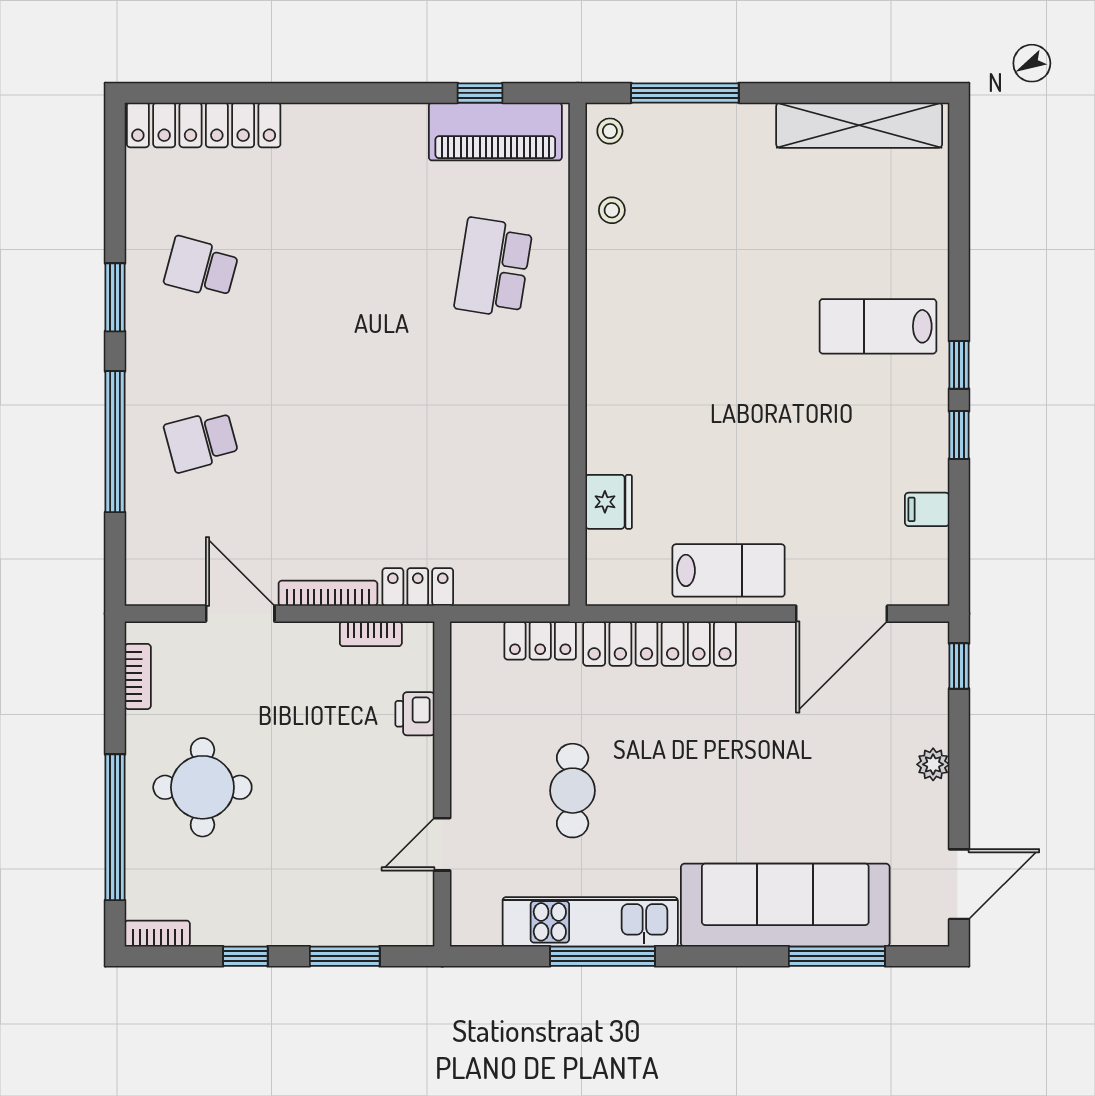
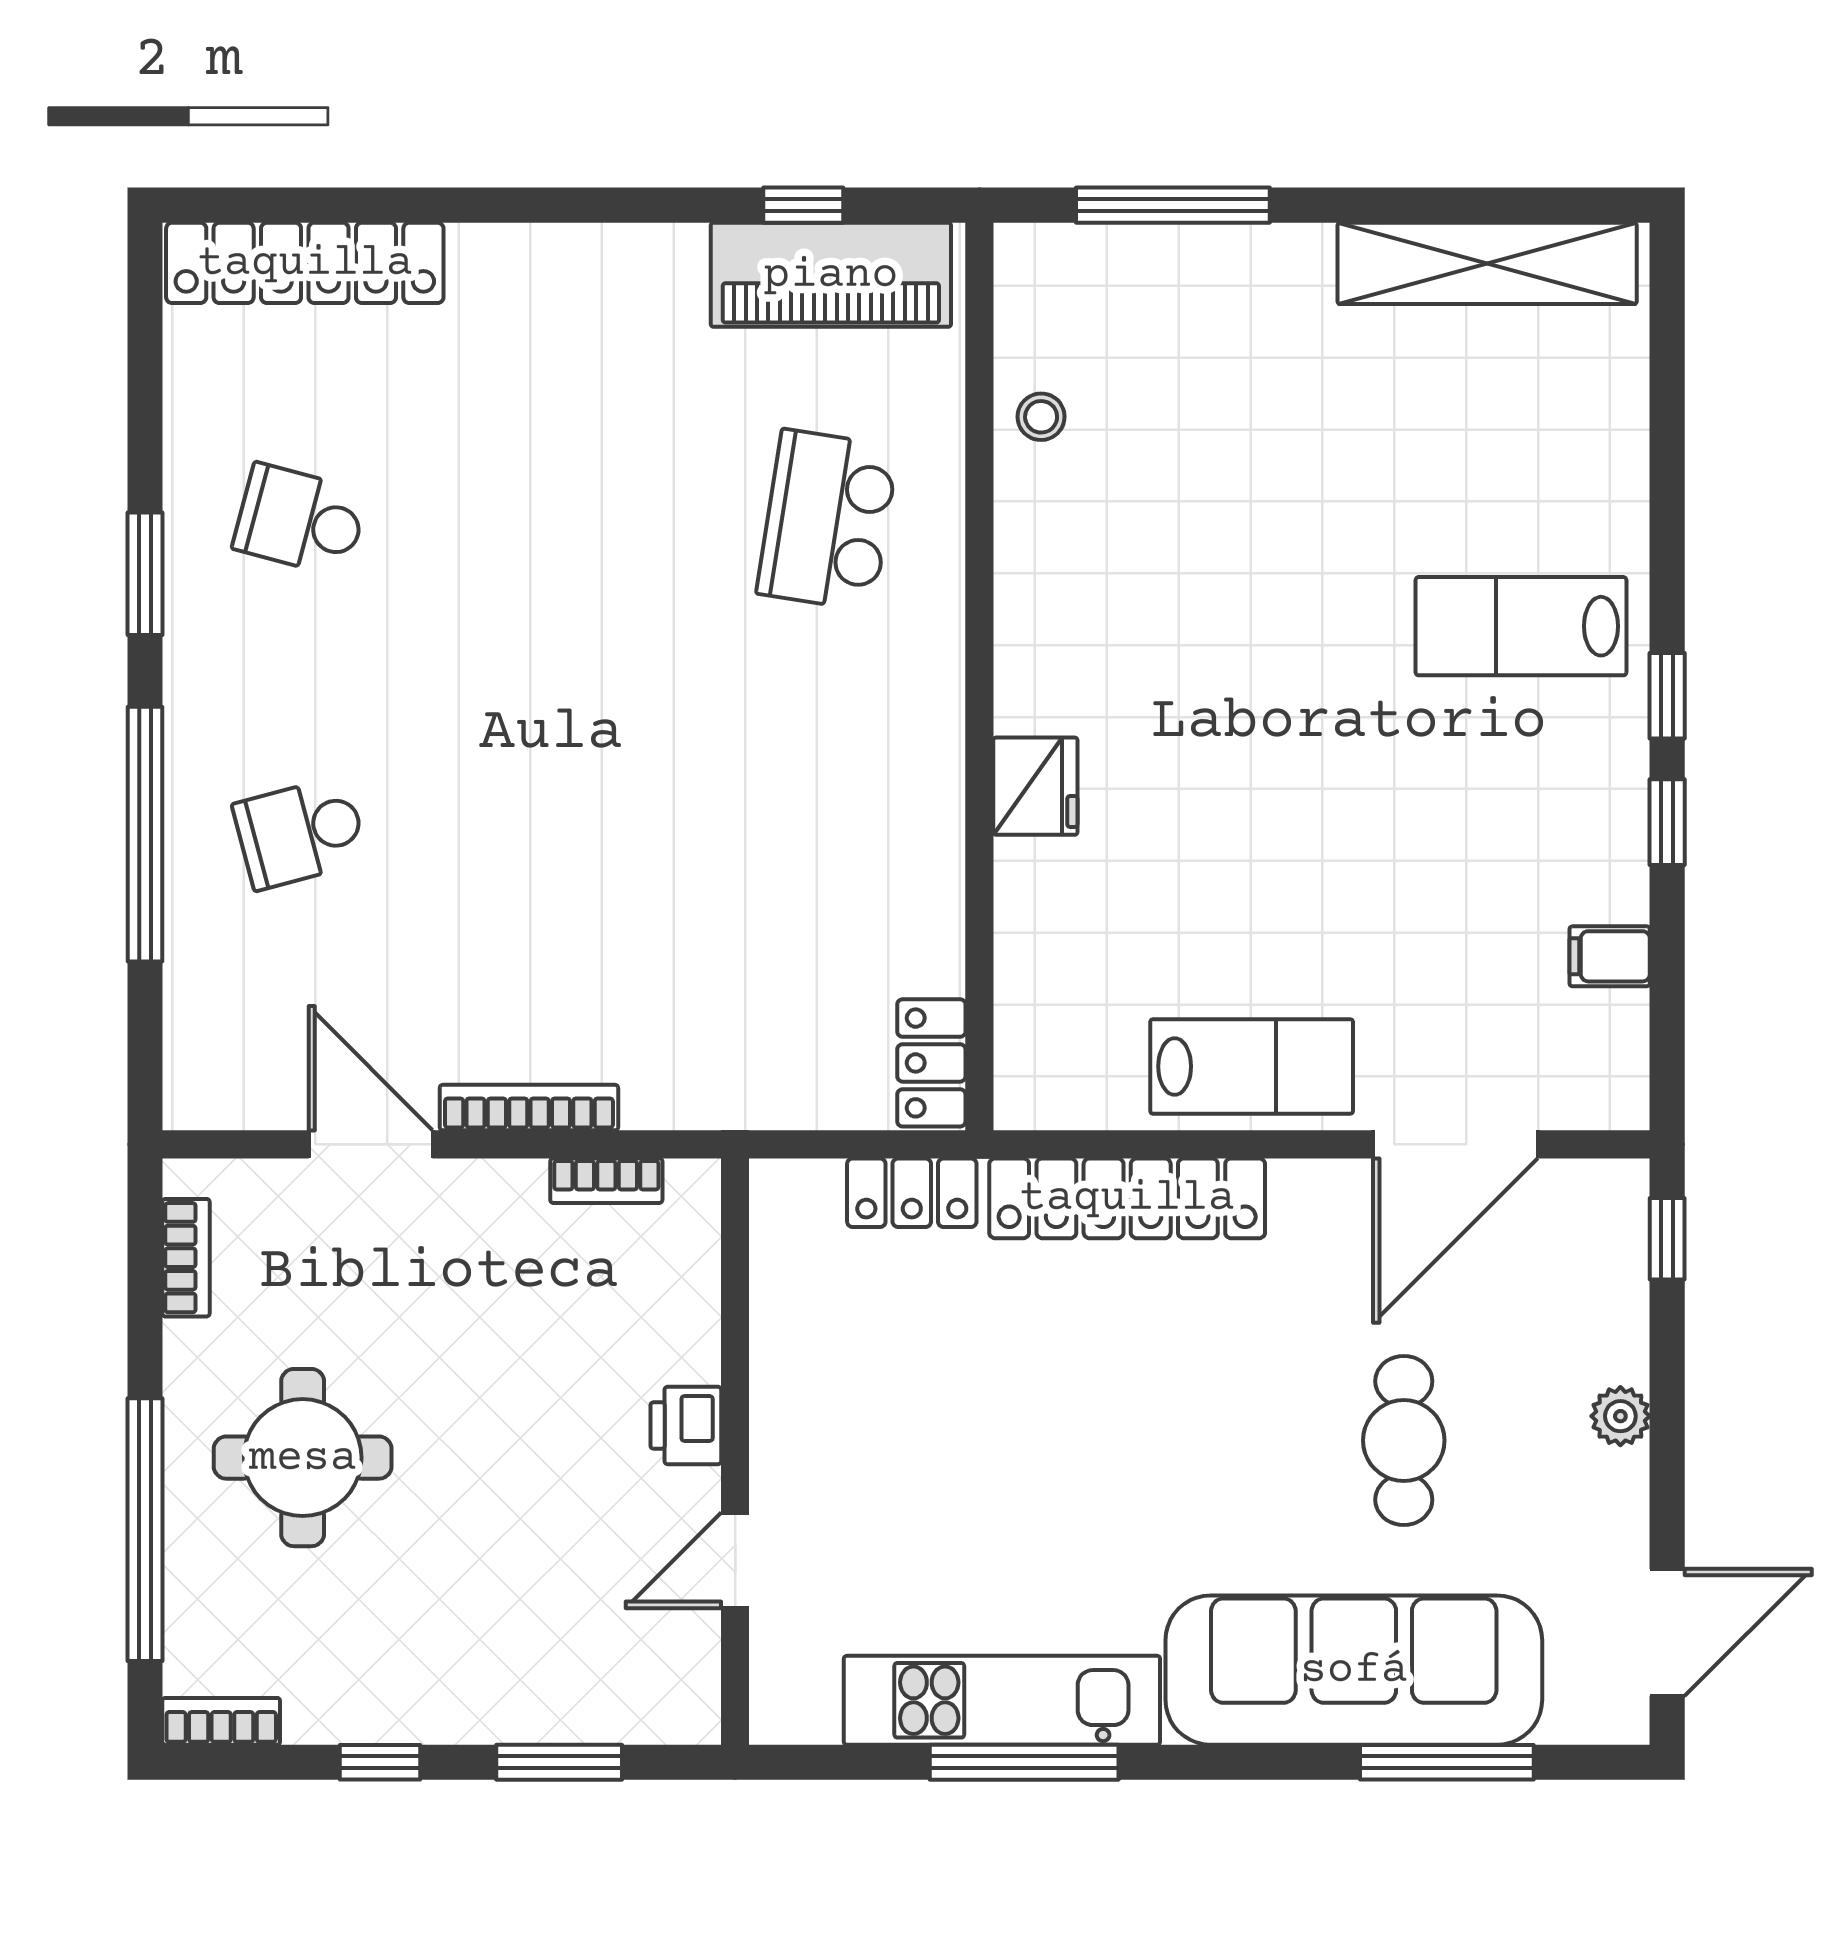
stool: (610, 131) -> (1038, 274), removed
fridge: (609, 502) -> (1035, 786), moved
locker: (418, 587) -> (931, 1063), moved, turned -90
printer: (415, 714) -> (686, 1425), moved
cafe table: (573, 791) -> (1404, 1440), moved

